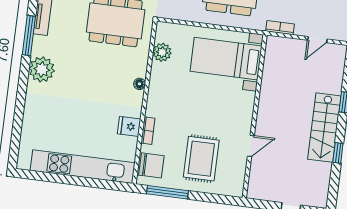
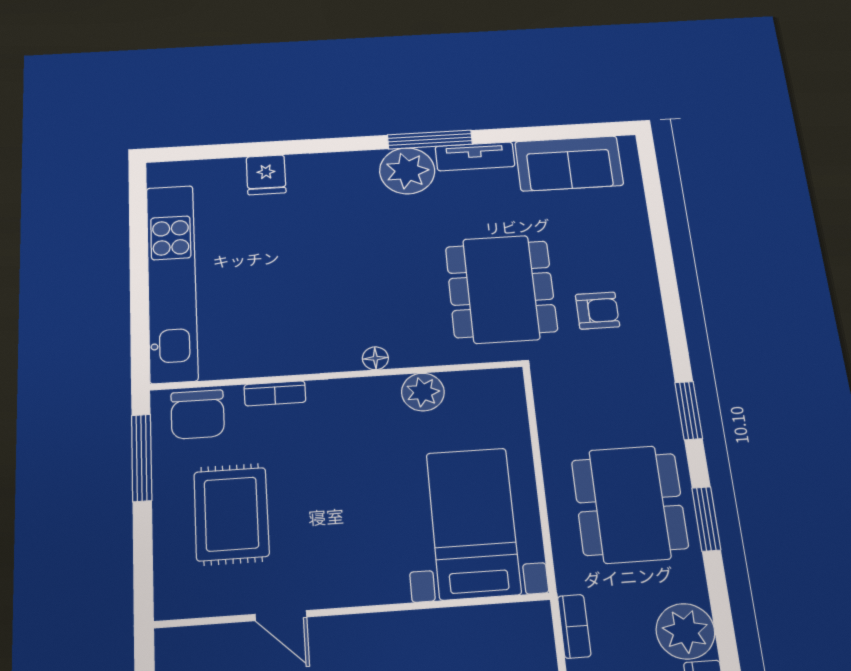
plant: (162, 52) -> (423, 392), moved
plant: (42, 69) -> (407, 171), moved
fridge: (129, 126) -> (266, 175), moved, turned 180
rug: (201, 159) -> (231, 514), turned 90

